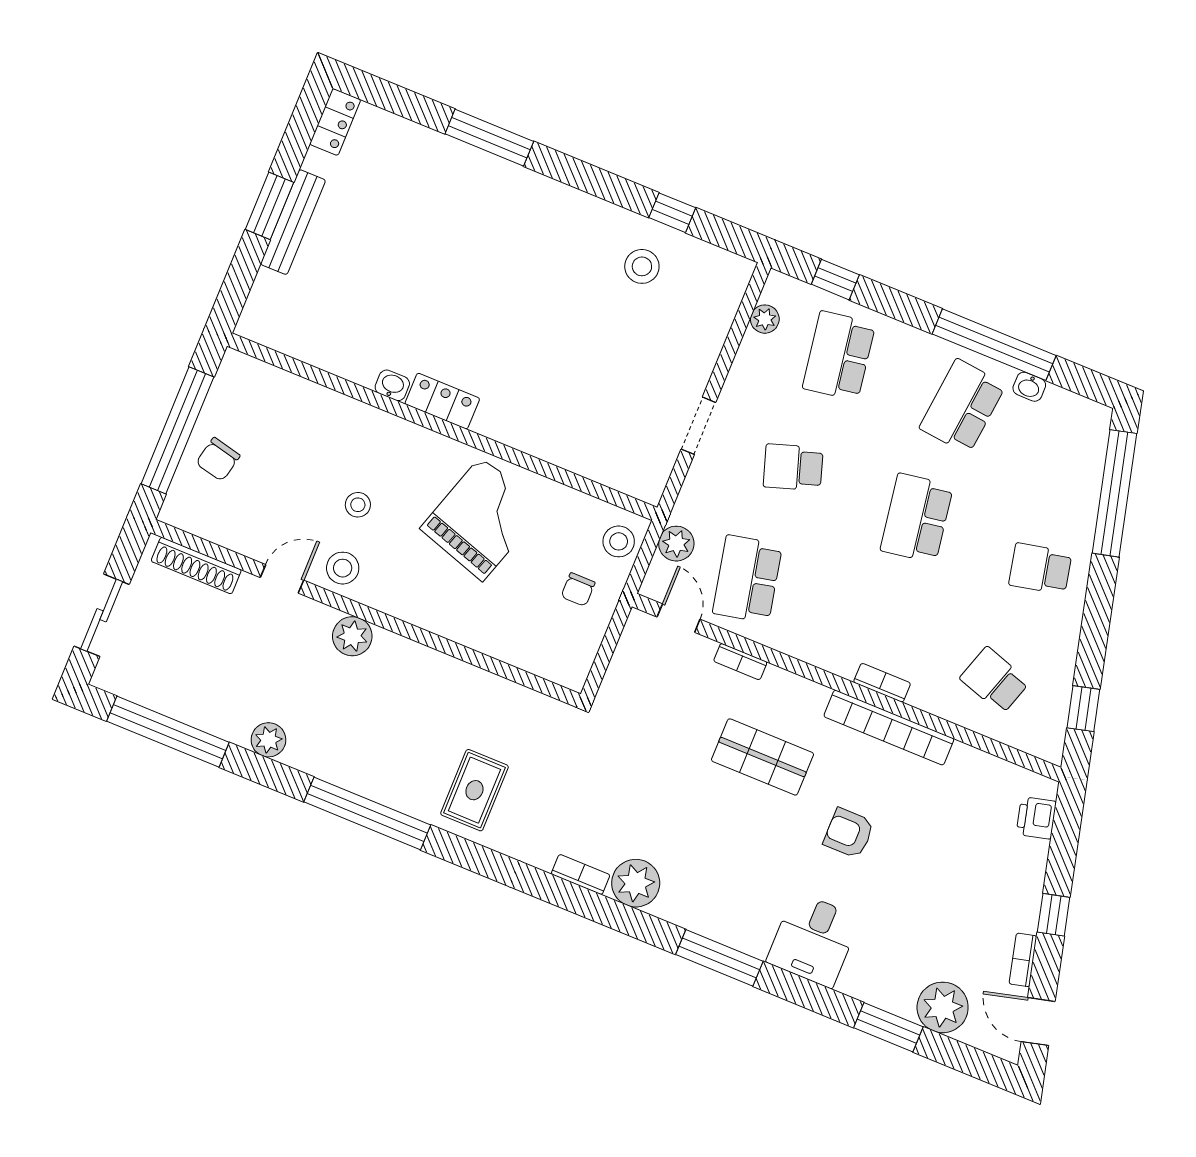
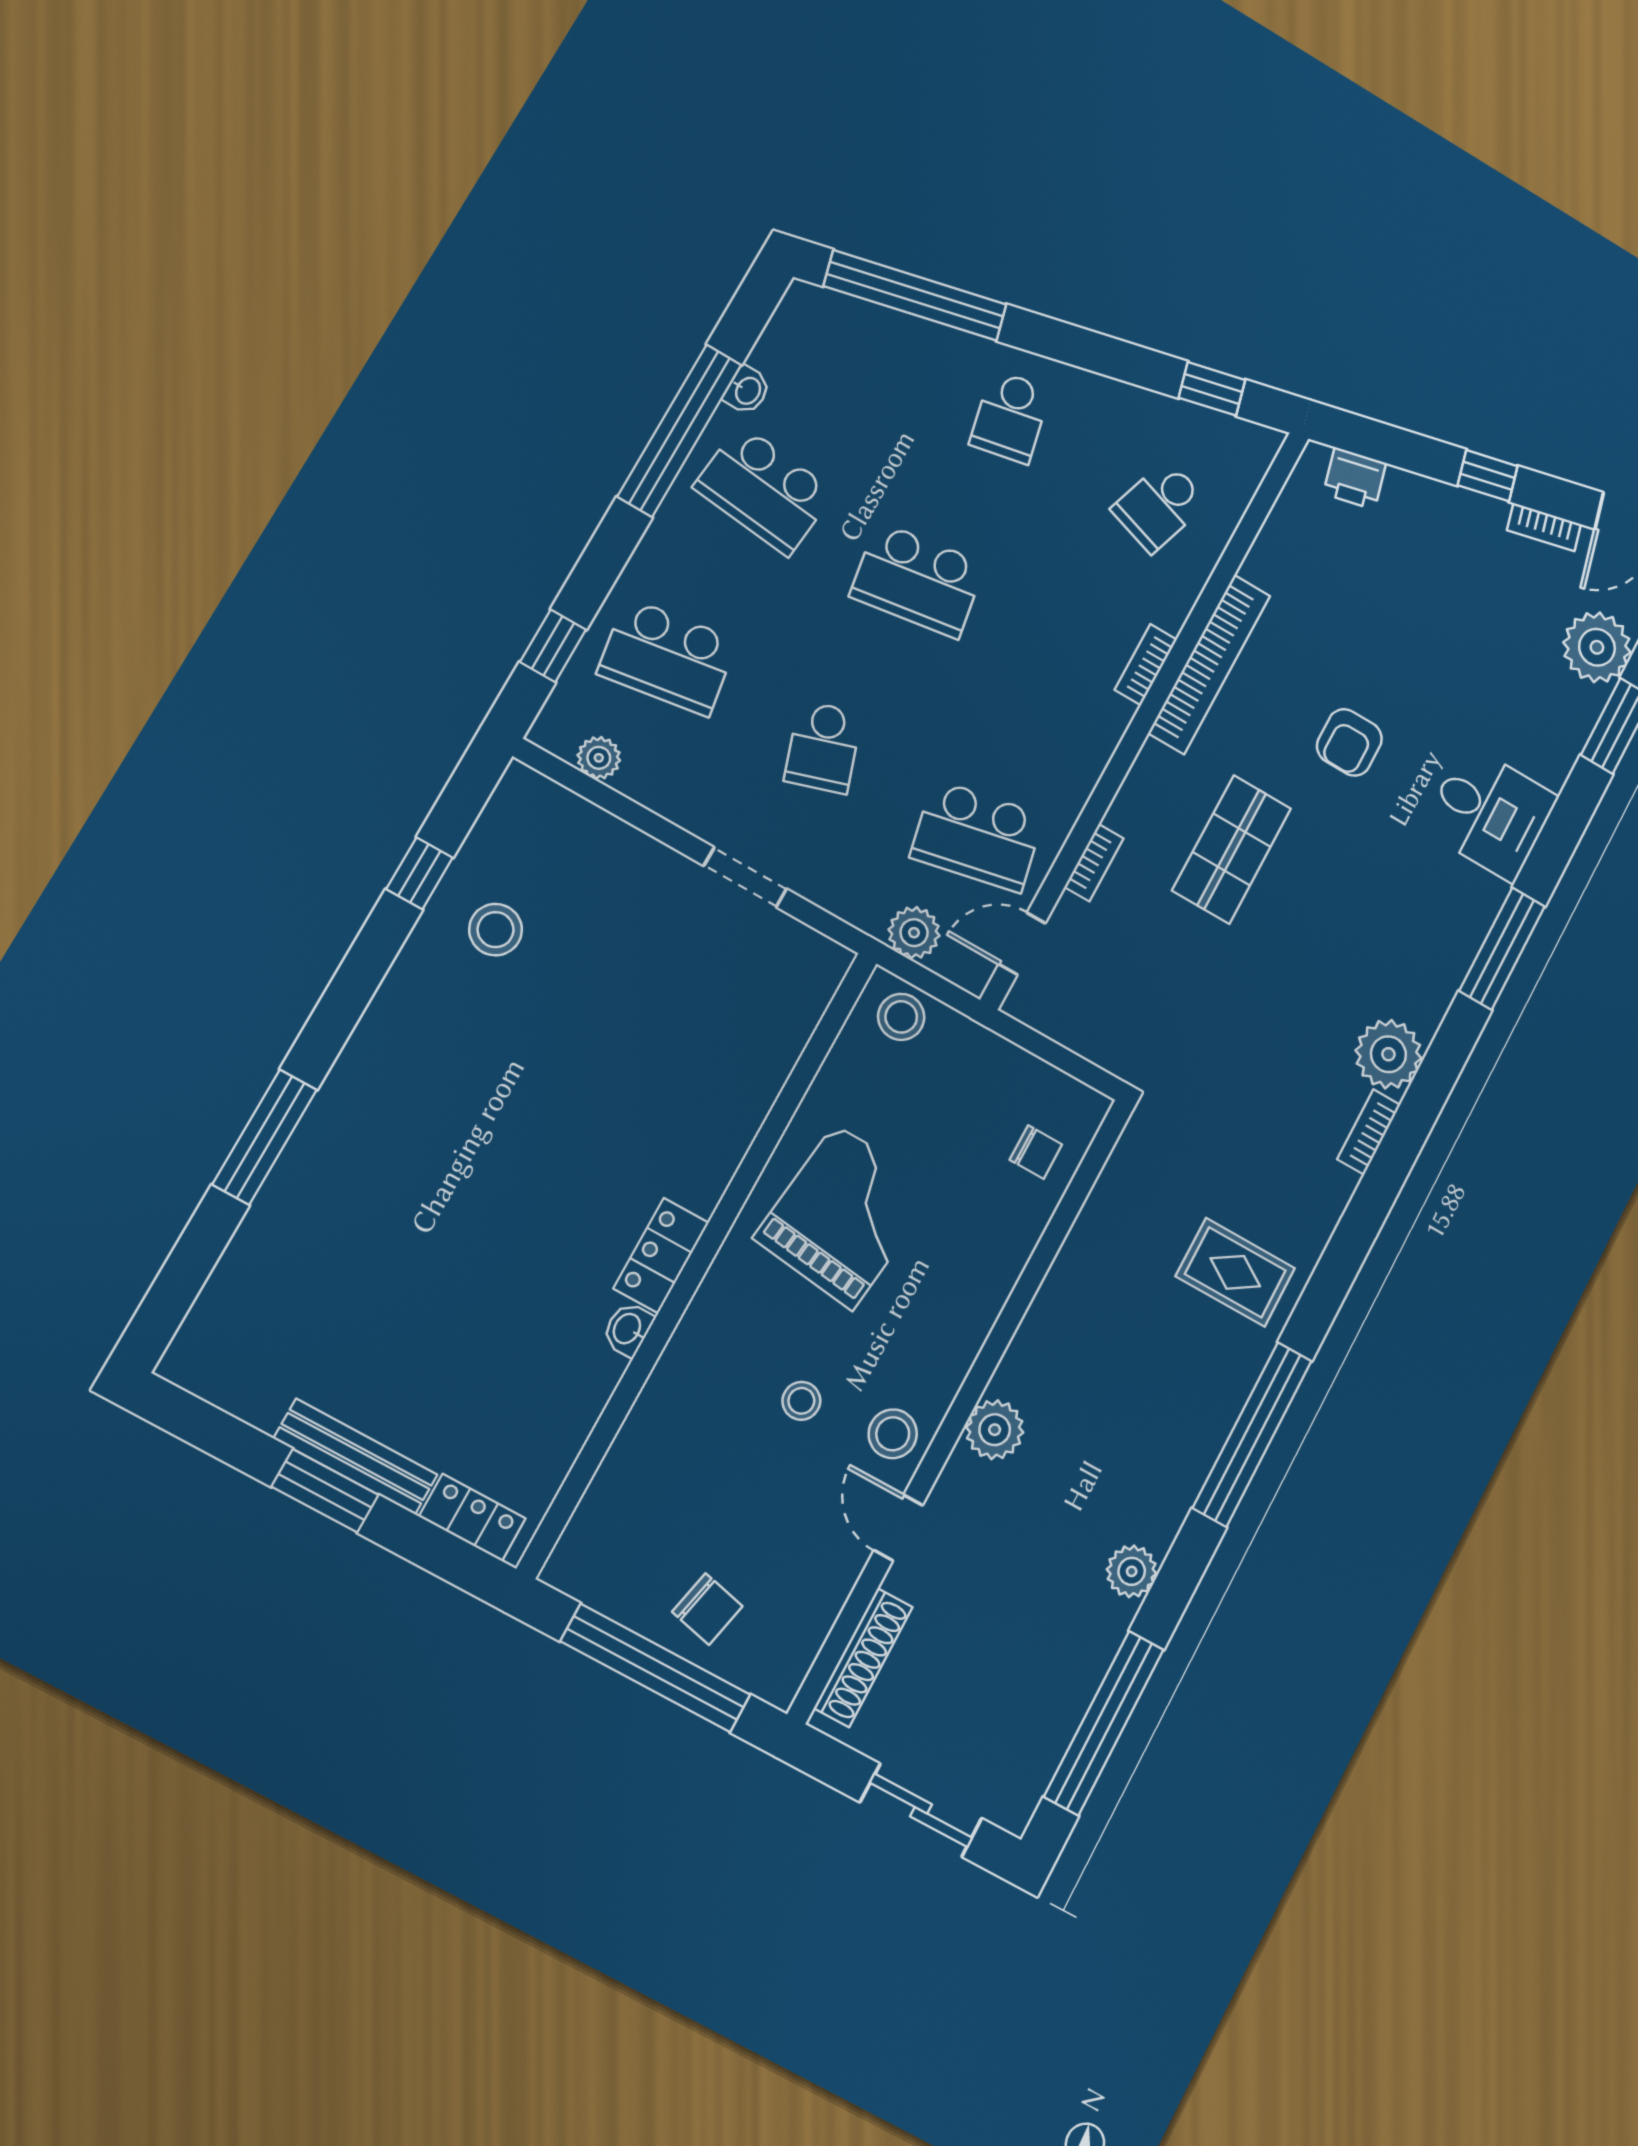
locker: (335, 122) -> (472, 1517), moved
grand piano: (482, 519) -> (844, 1216), turned 79
chair: (578, 589) -> (1036, 1152), moved

